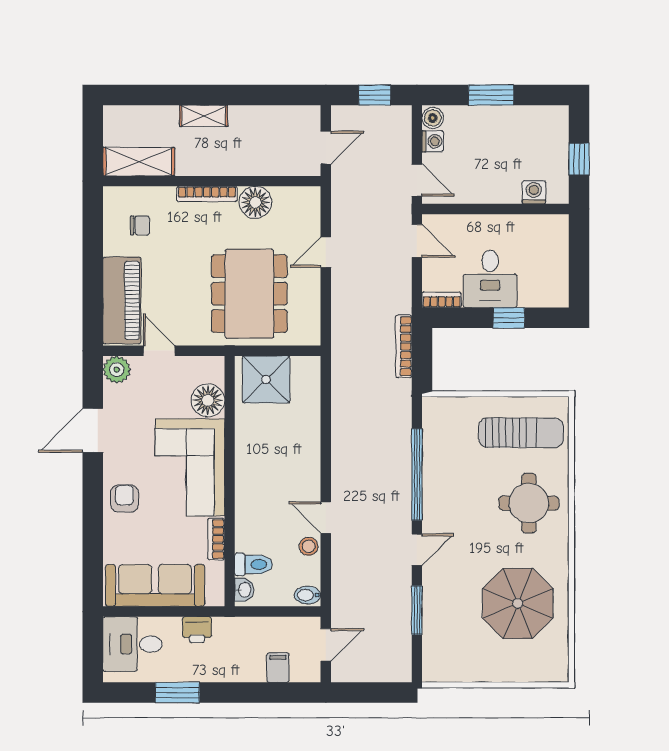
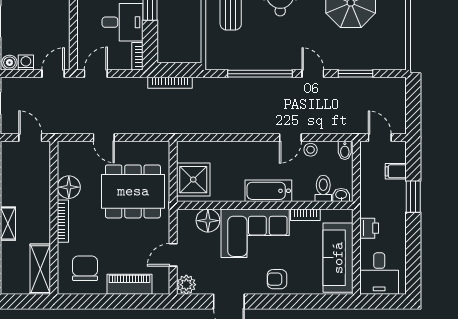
chair: (140, 225) -> (85, 268), width x1.87, depth x1.87
piano: (122, 300) -> (130, 284), width x0.73, depth x0.75
bathtub: (250, 486) -> (268, 191), added
window: (177, 693) -> (413, 197), moved

